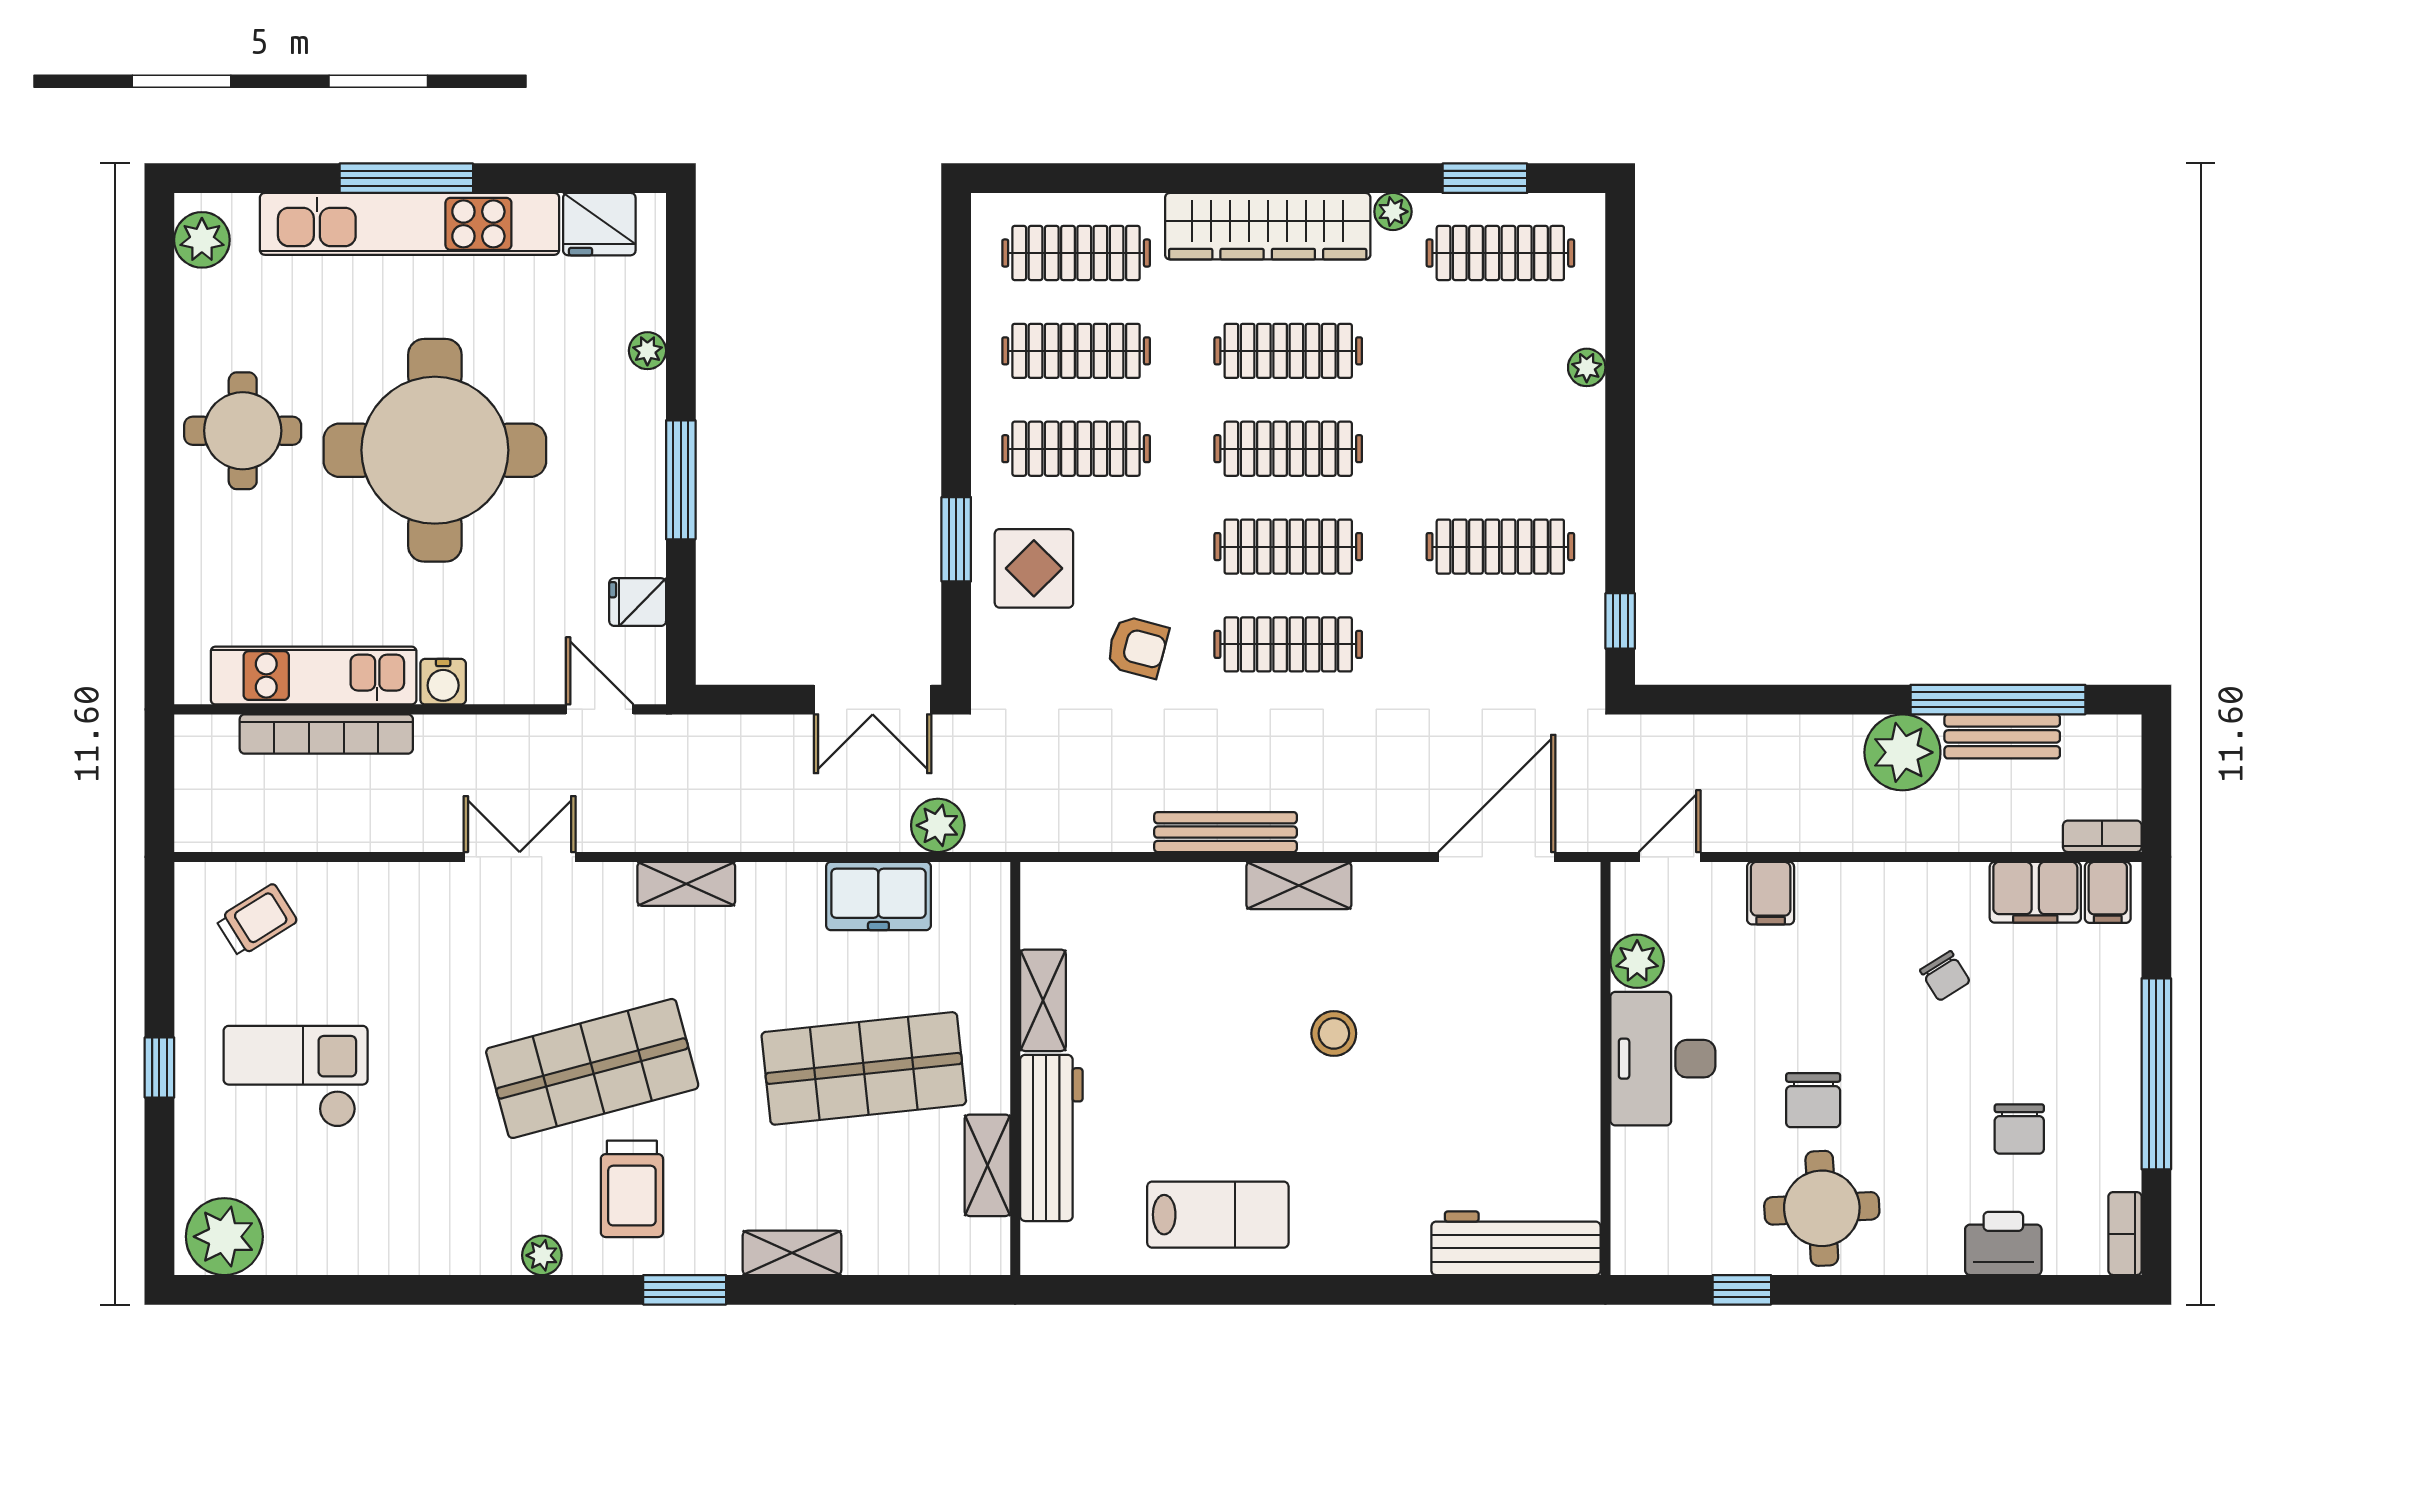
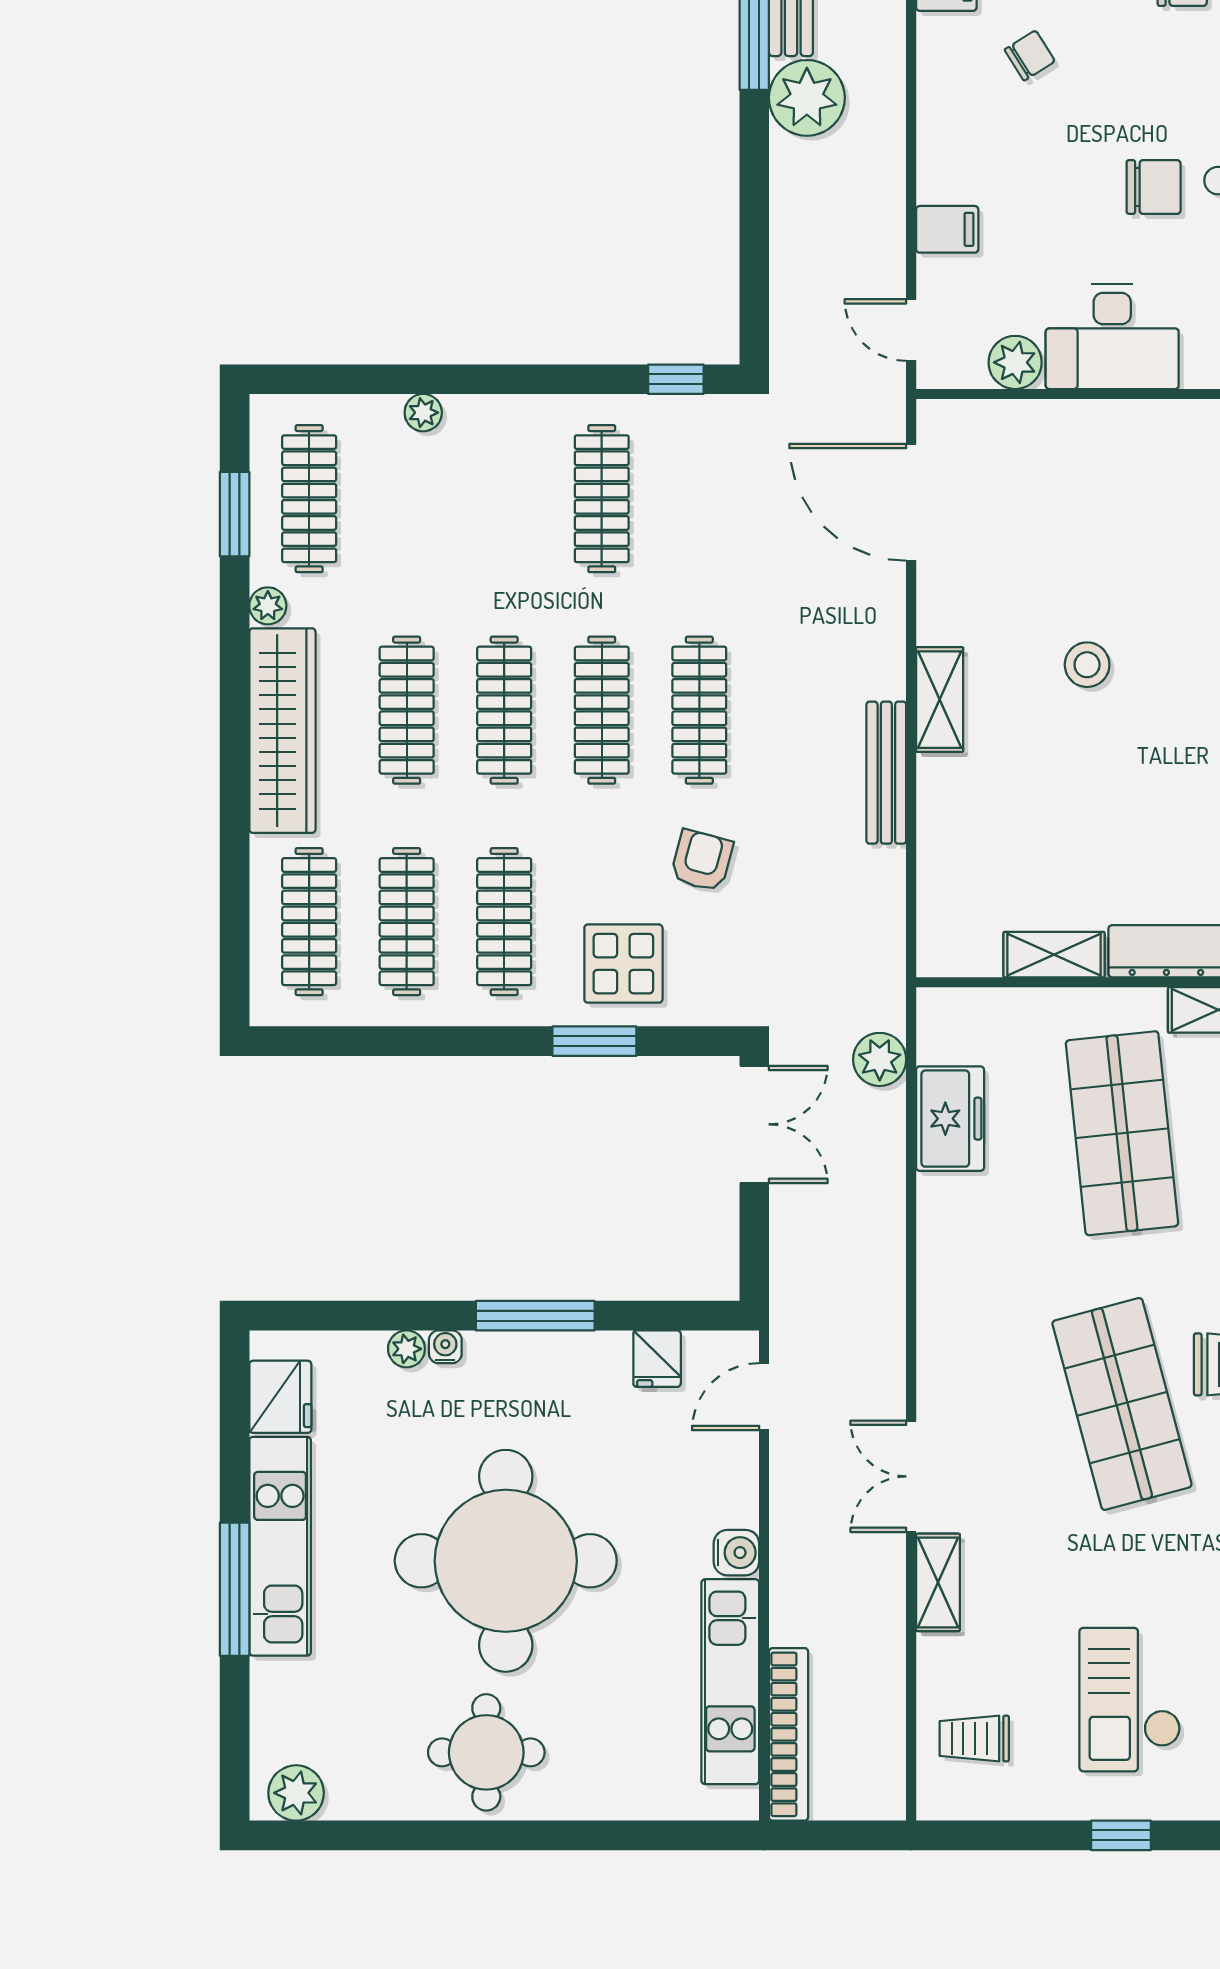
kitchen unit: (410, 224) -> (280, 1546), width x0.73
water cooler: (650, 390) -> (445, 1347), added
bookcase: (326, 734) -> (789, 1734), moved
shelving: (686, 884) -> (938, 1582), moved
trolley: (257, 920) -> (974, 1738), turned -58

